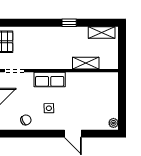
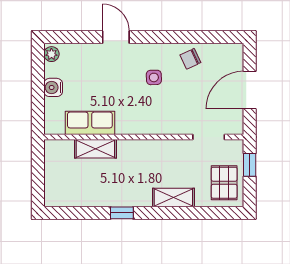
shelving: (102, 33) -> (173, 197), moved
row of seats: (50, 80) -> (90, 123), moved
water cooler: (112, 102) -> (53, 87), added

